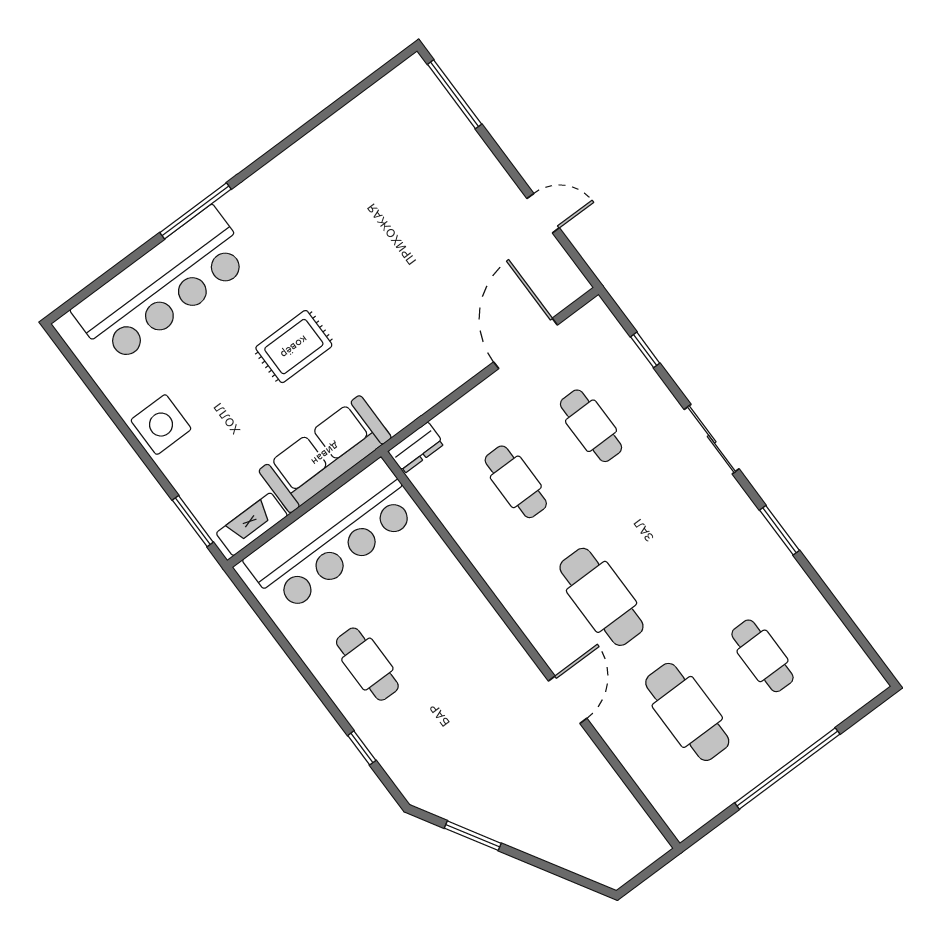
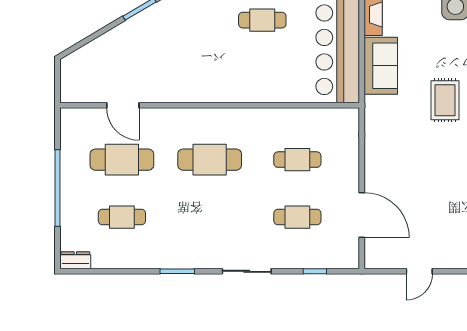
dresser: (416, 448) -> (75, 260), moved, turned 90
sofa: (325, 454) -> (381, 66), width x0.73
door: (568, 700) -> (123, 105), moved

